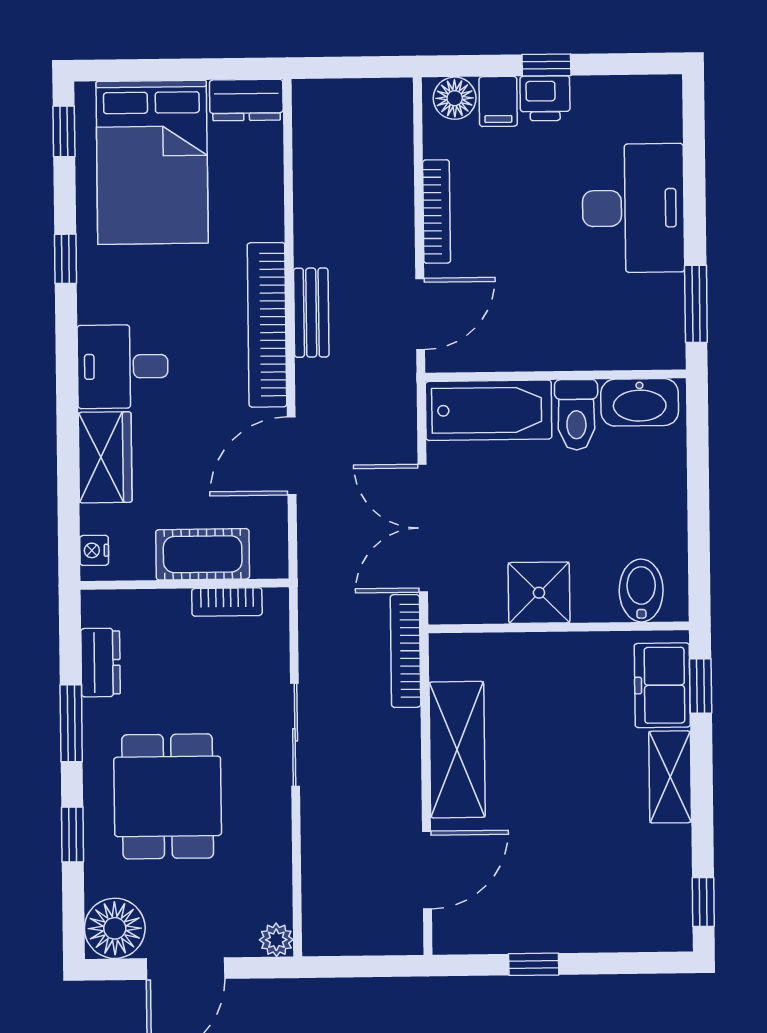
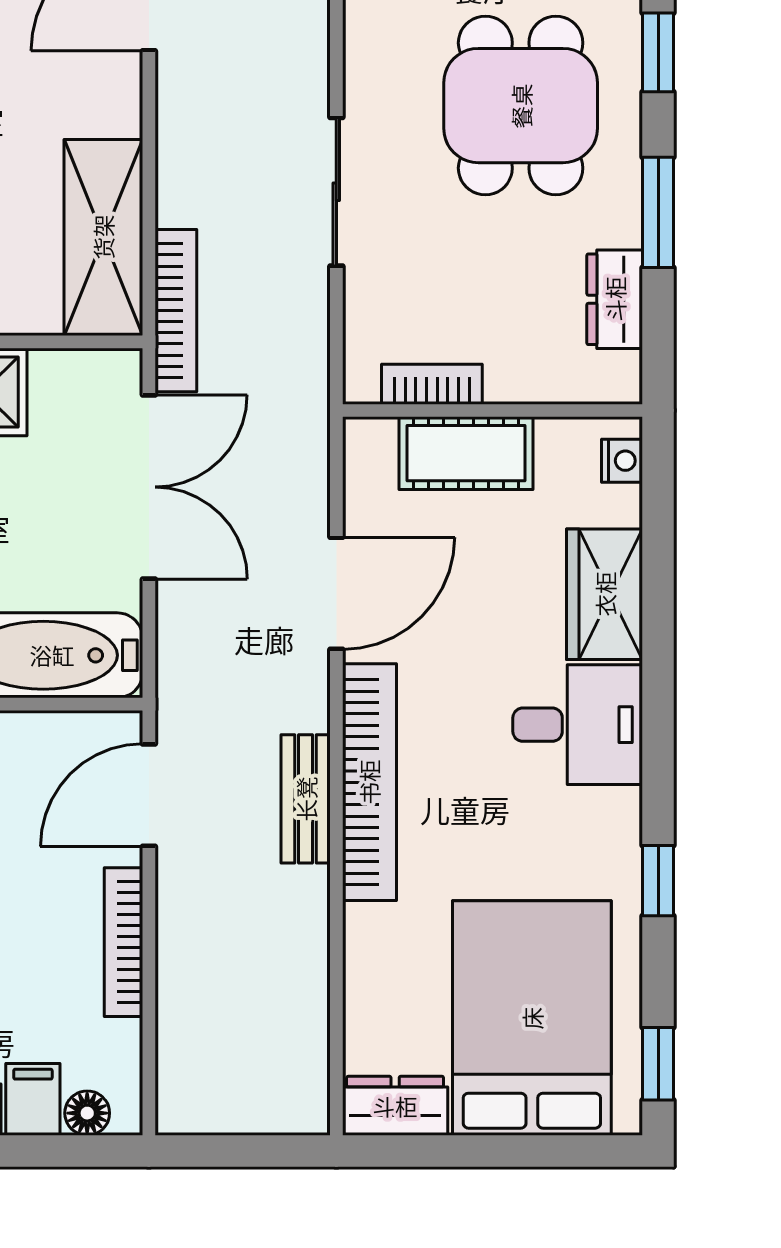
floor lamp: (455, 98) -> (87, 1113), width x0.73, depth x0.73
shelving: (457, 750) -> (103, 237), moved

